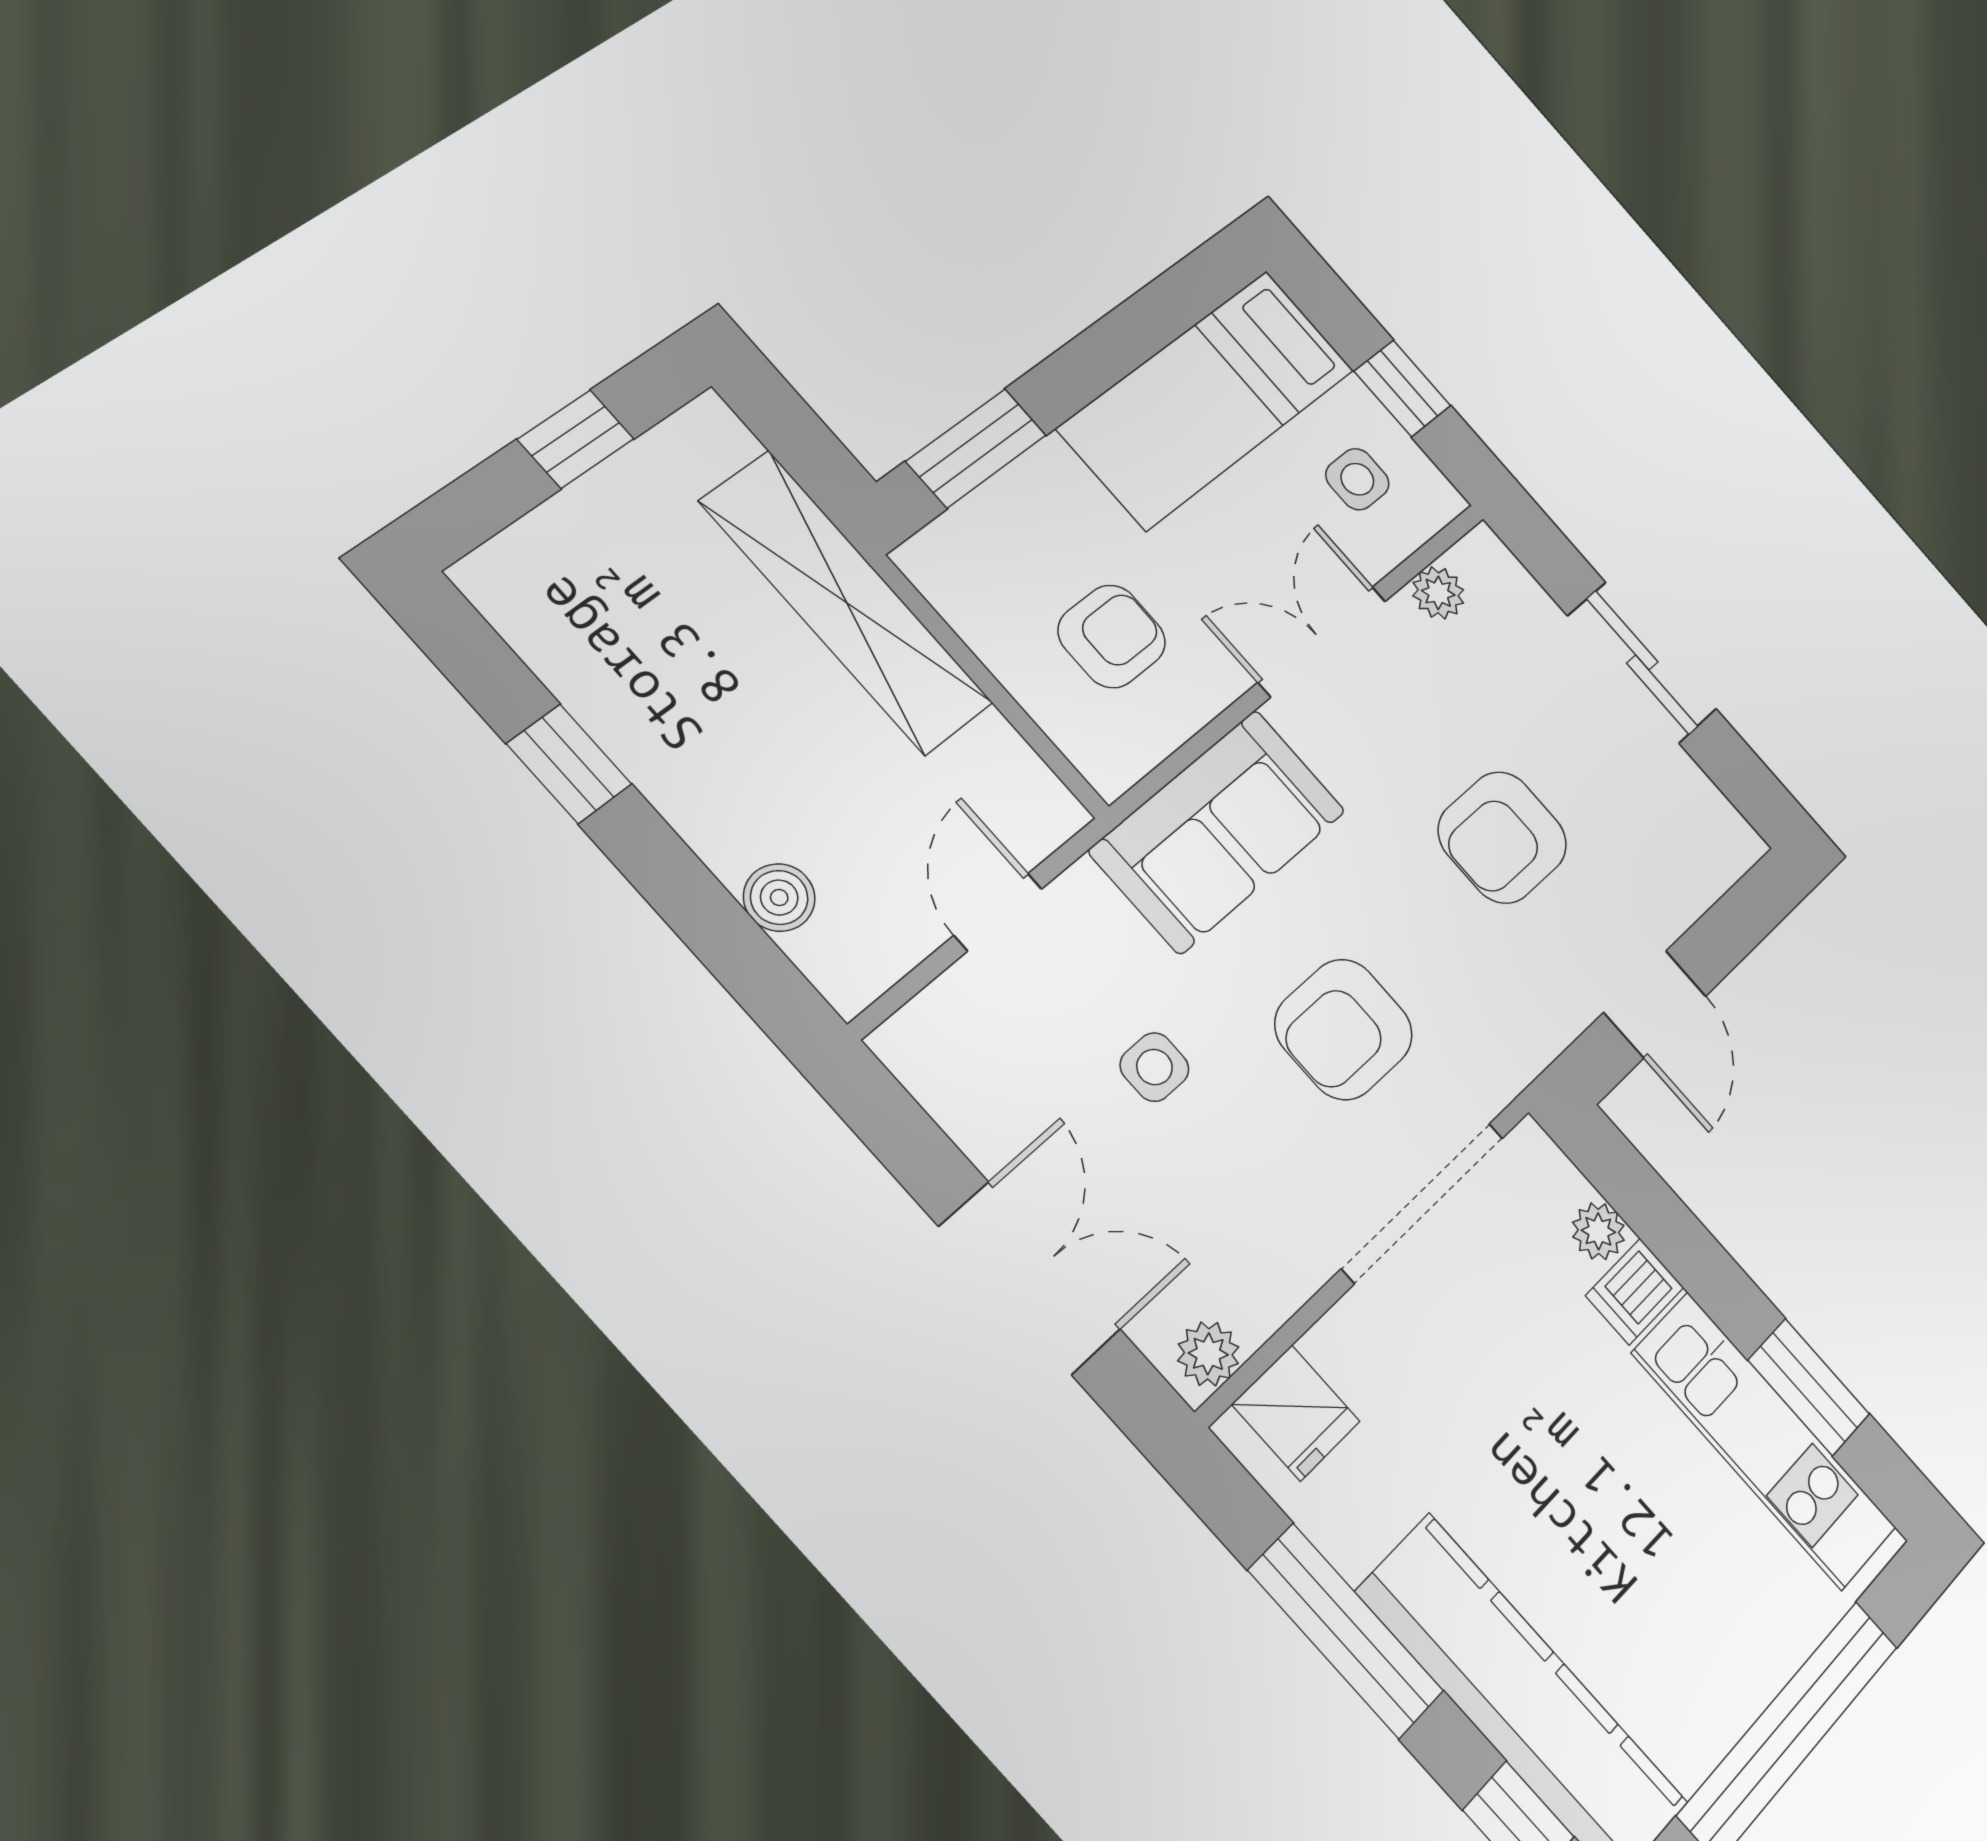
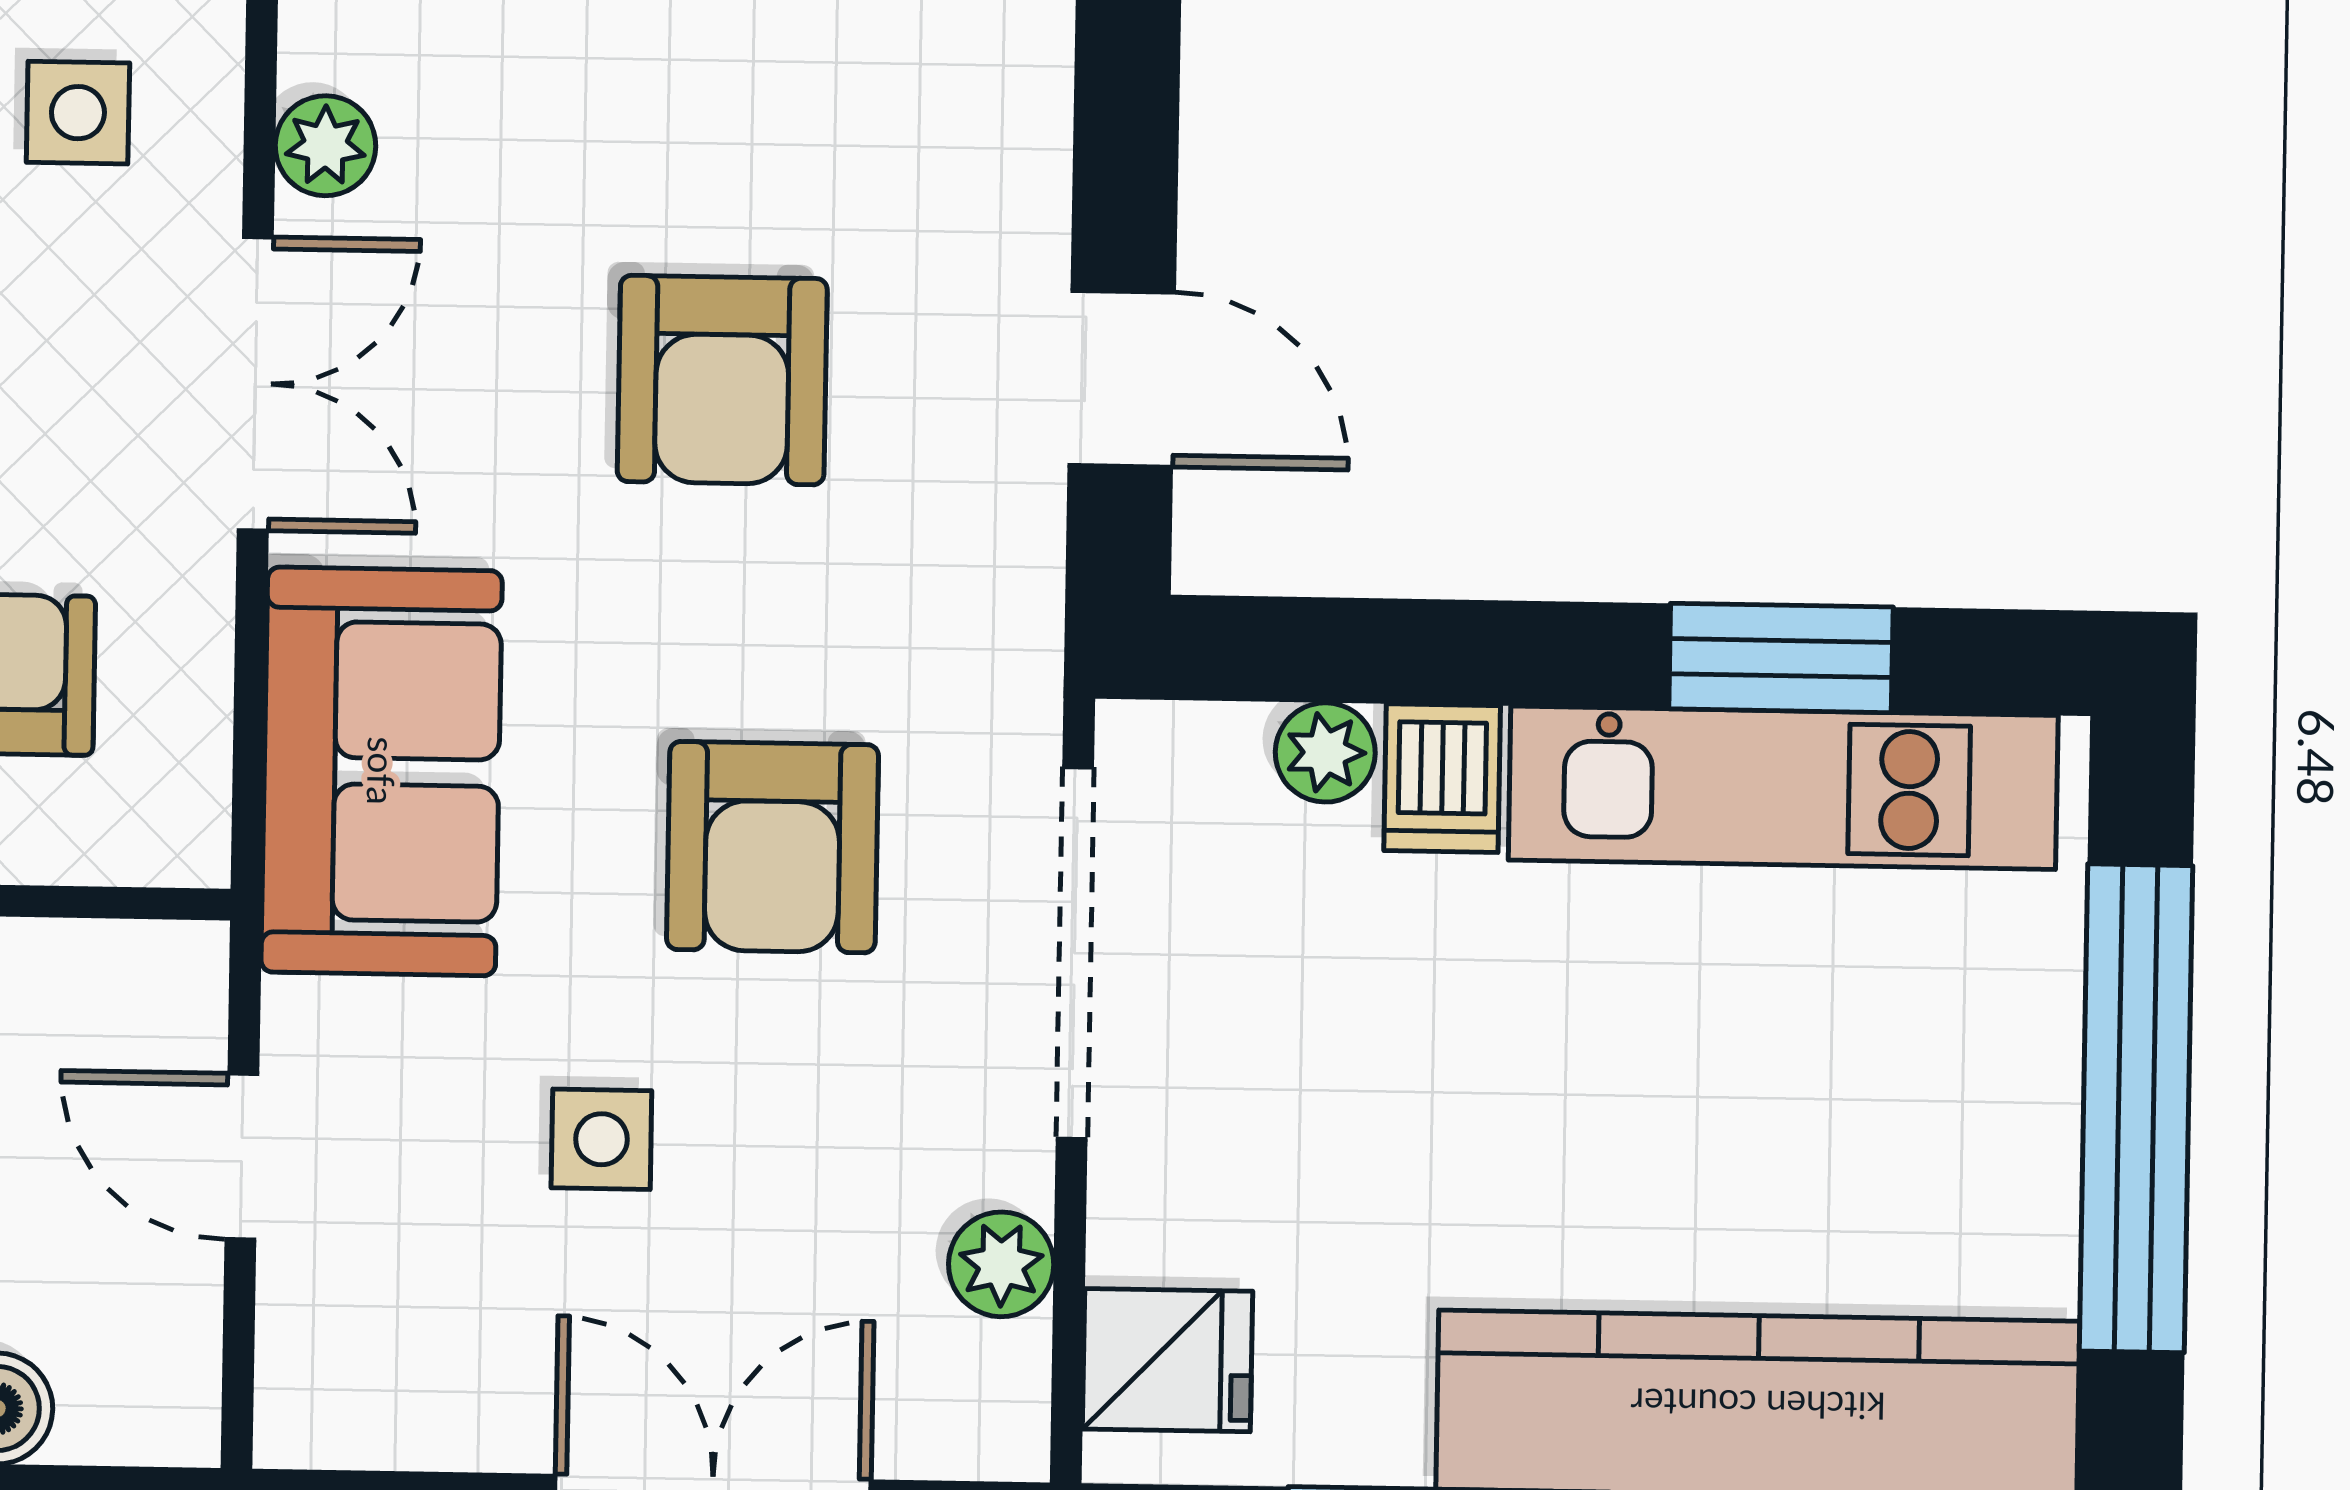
double door: (1322, 642) -> (255, 384), swing flipped
plant: (1208, 1354) -> (1001, 1264), moved

